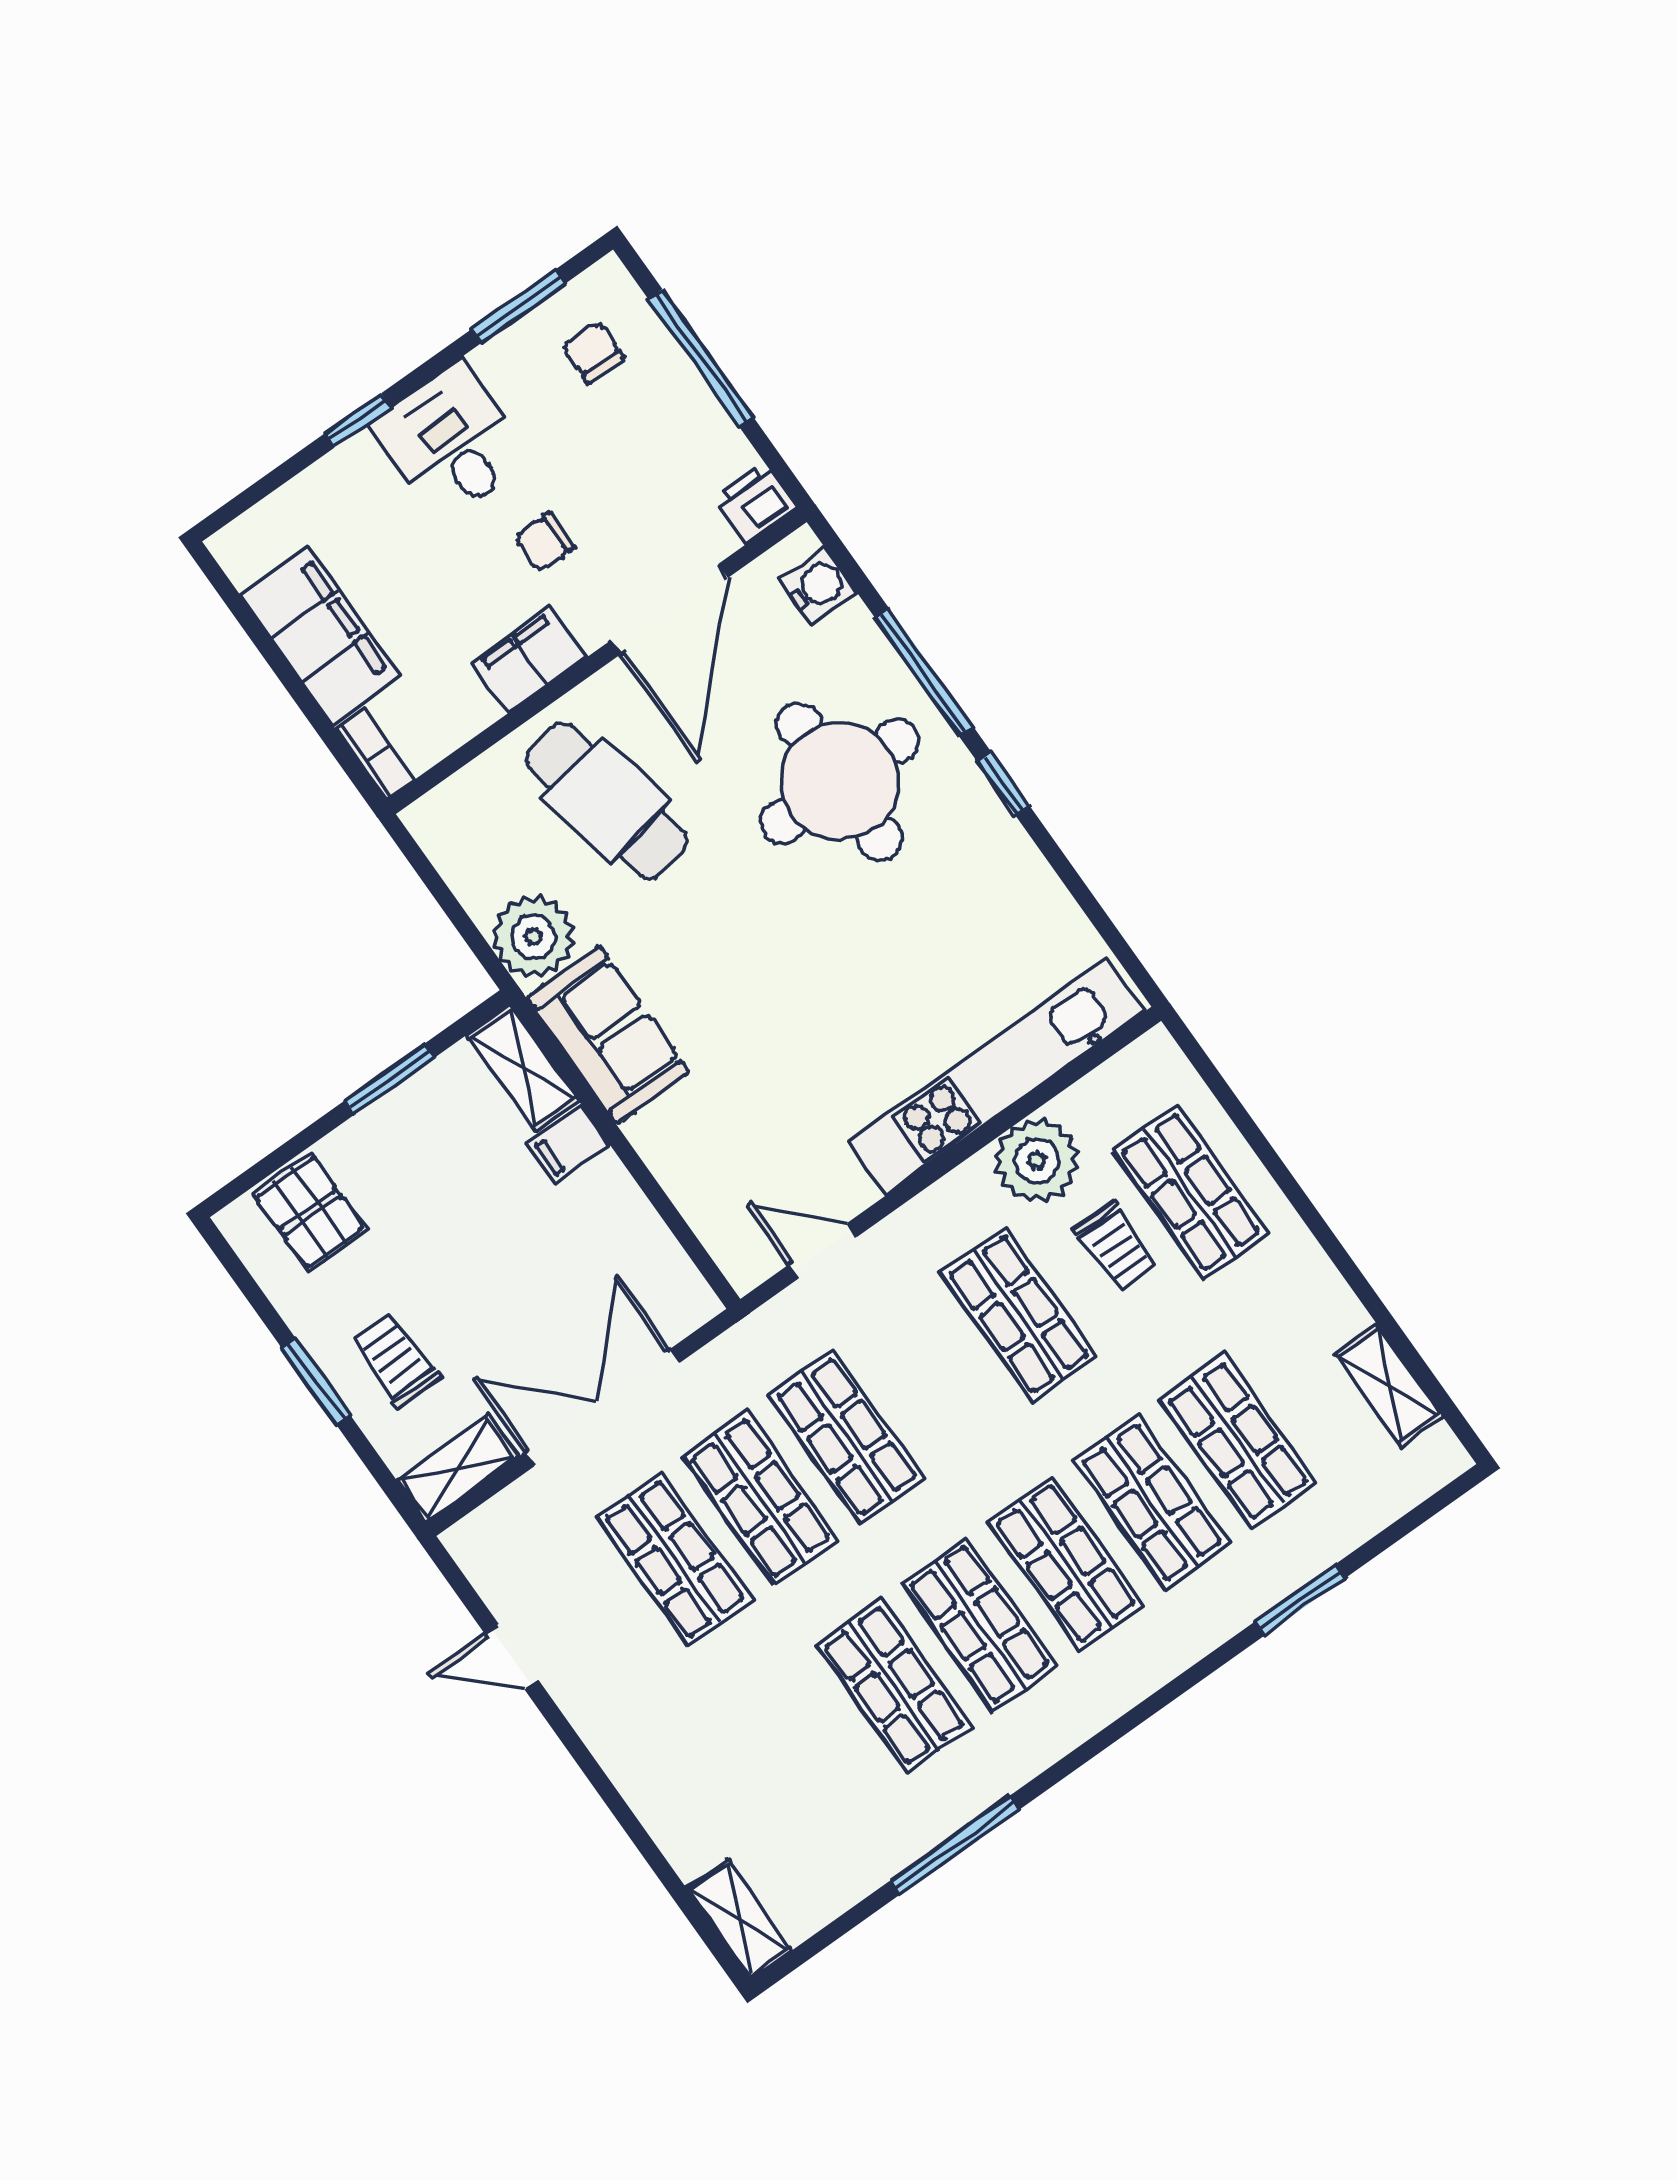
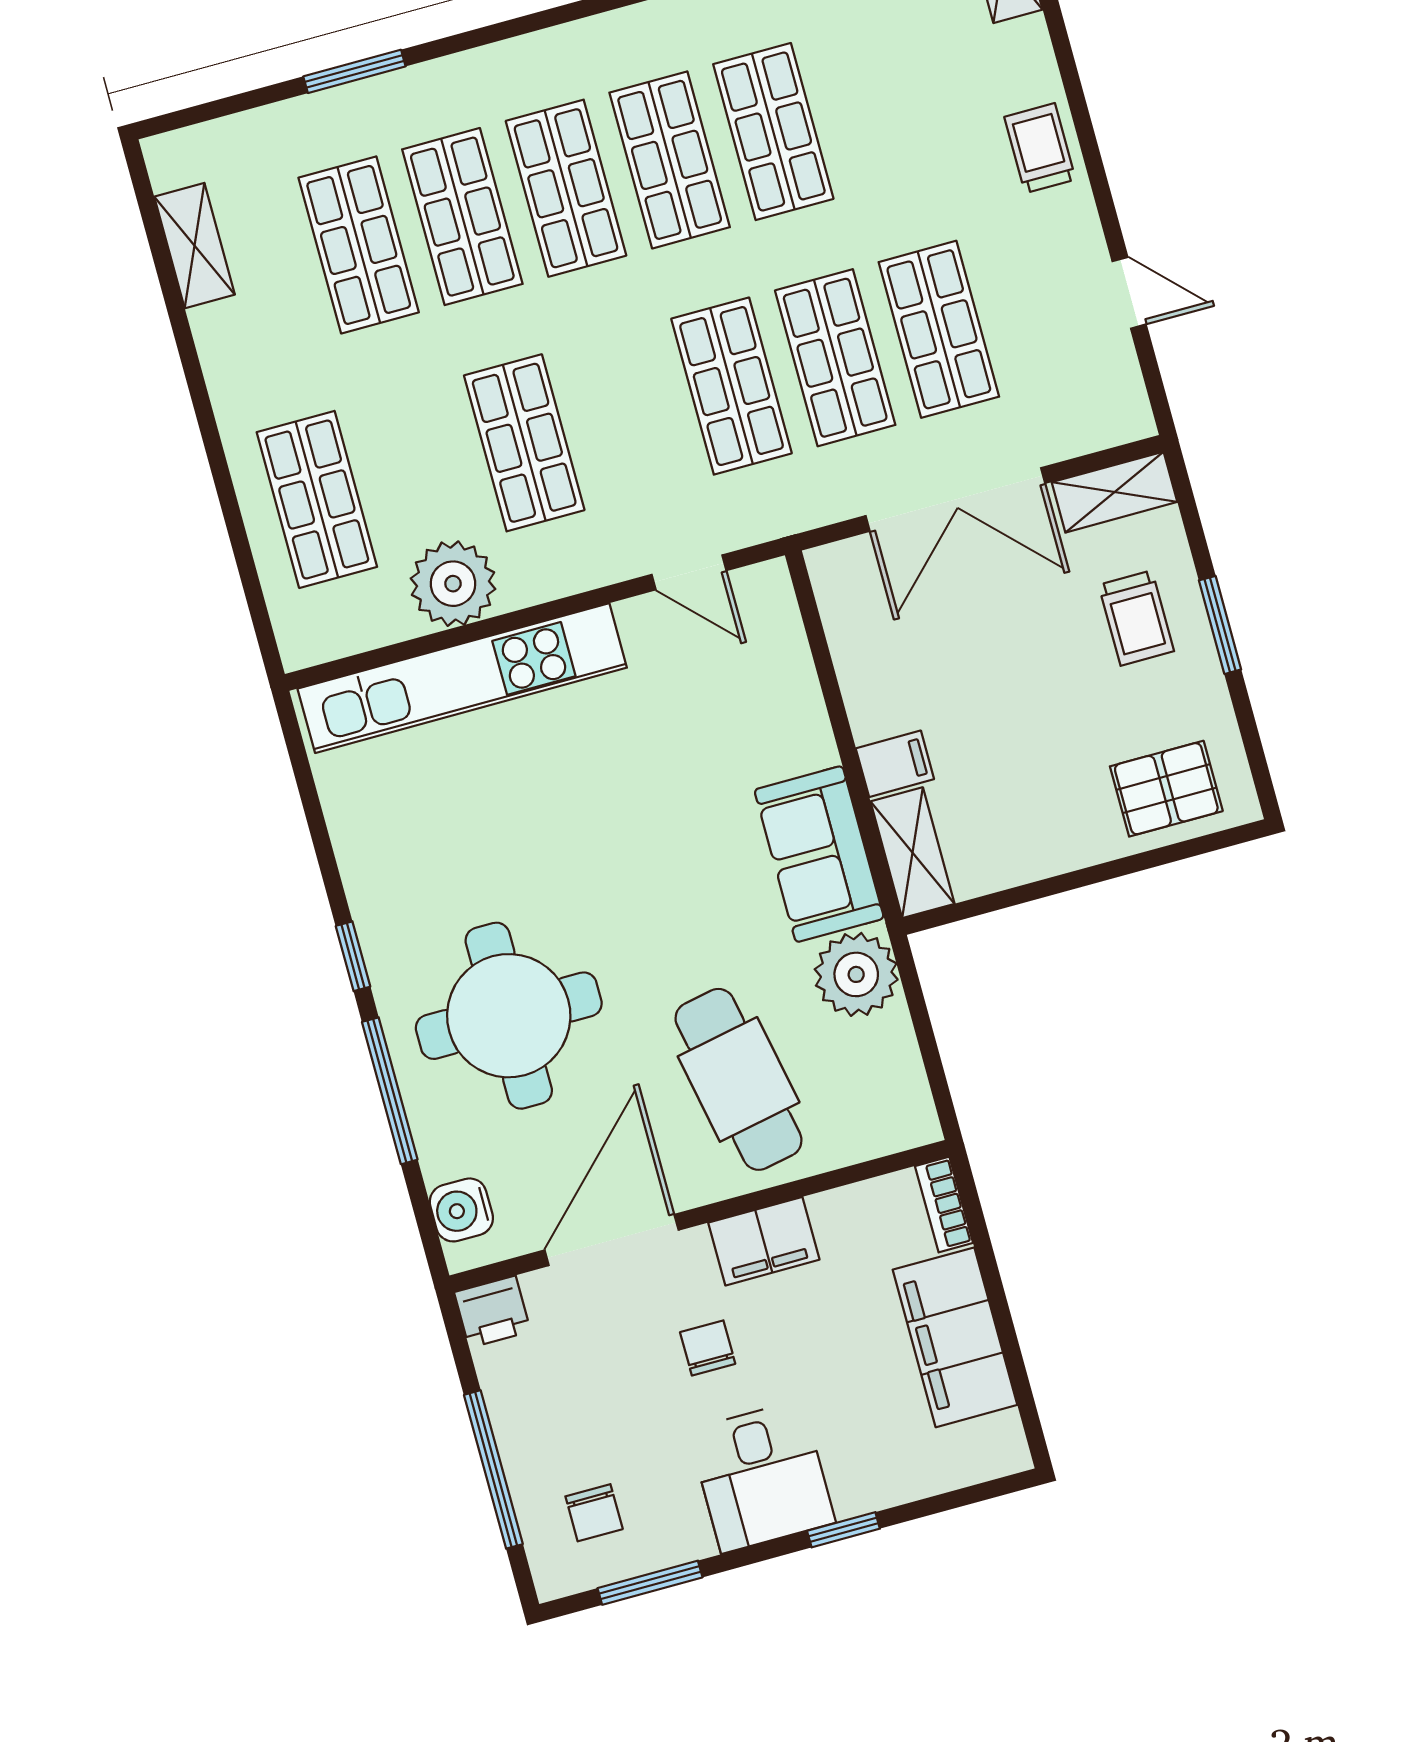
chair: (544, 542) -> (708, 1348), turned -90
window: (389, 1079) -> (1044, 888), removed
pallet: (310, 1212) -> (1166, 789), turned 90
trolley: (1116, 1247) -> (1040, 148), moved

